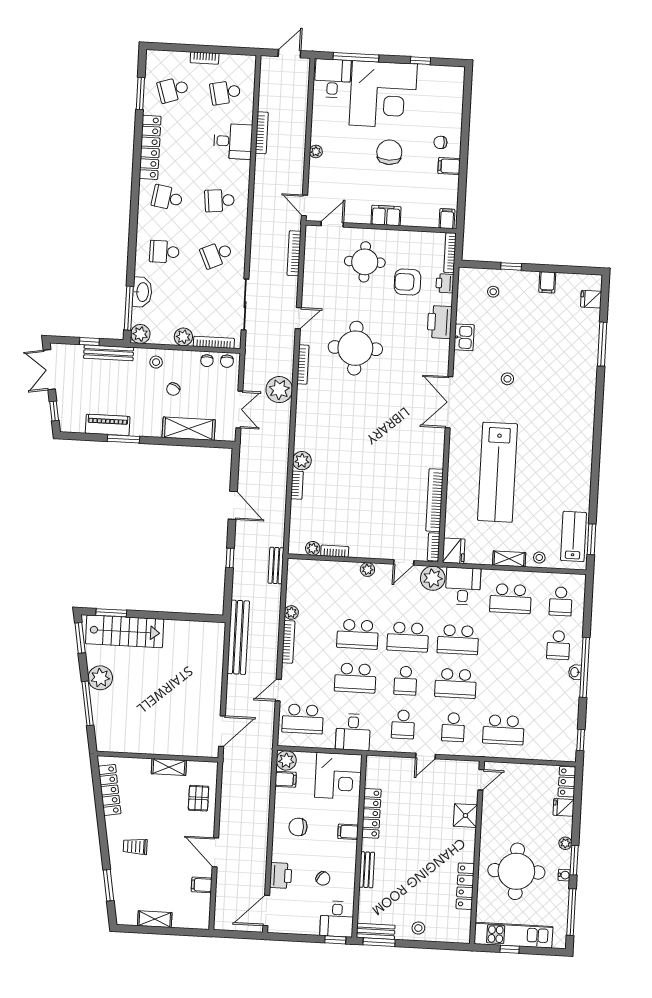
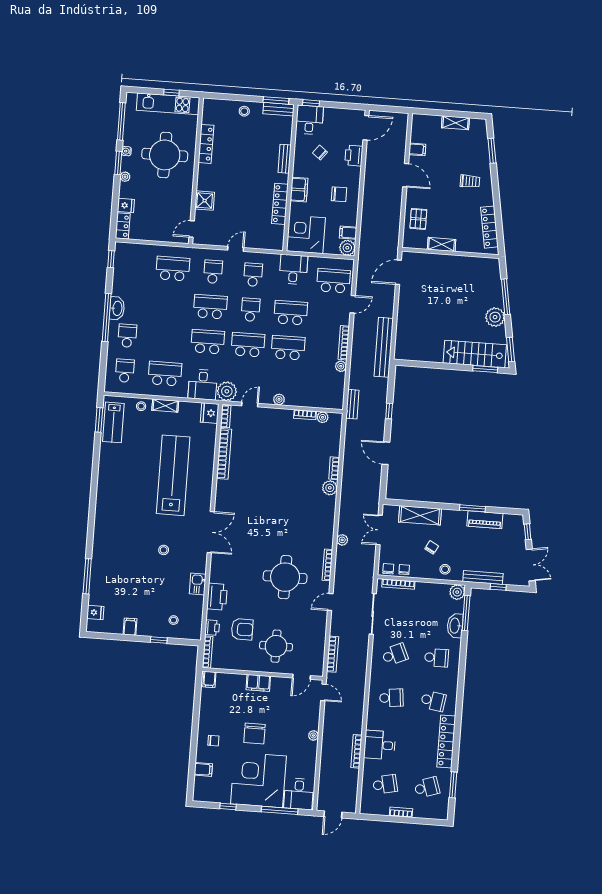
filing cabinet: (449, 166) -> (203, 769), moved
plant: (183, 337) -> (423, 589), removed
plant: (279, 390) -> (342, 540), width x0.53, depth x0.53
washbasin: (575, 672) -> (117, 308), width x1.91, depth x1.45
filing cabinet: (348, 832) -> (299, 190), width x2.00

